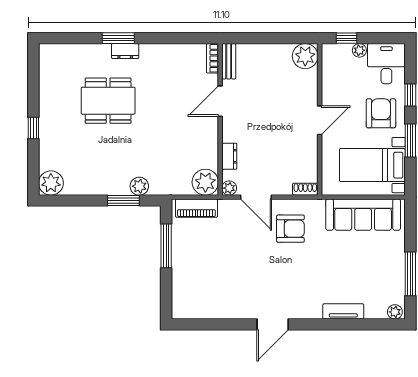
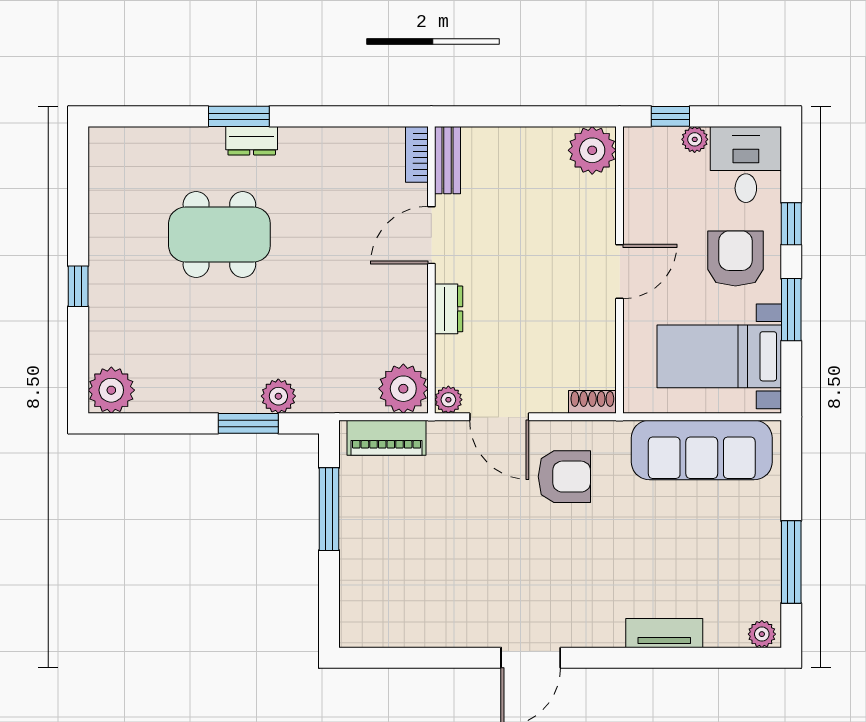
dresser: (229, 156) -> (449, 309), moved

